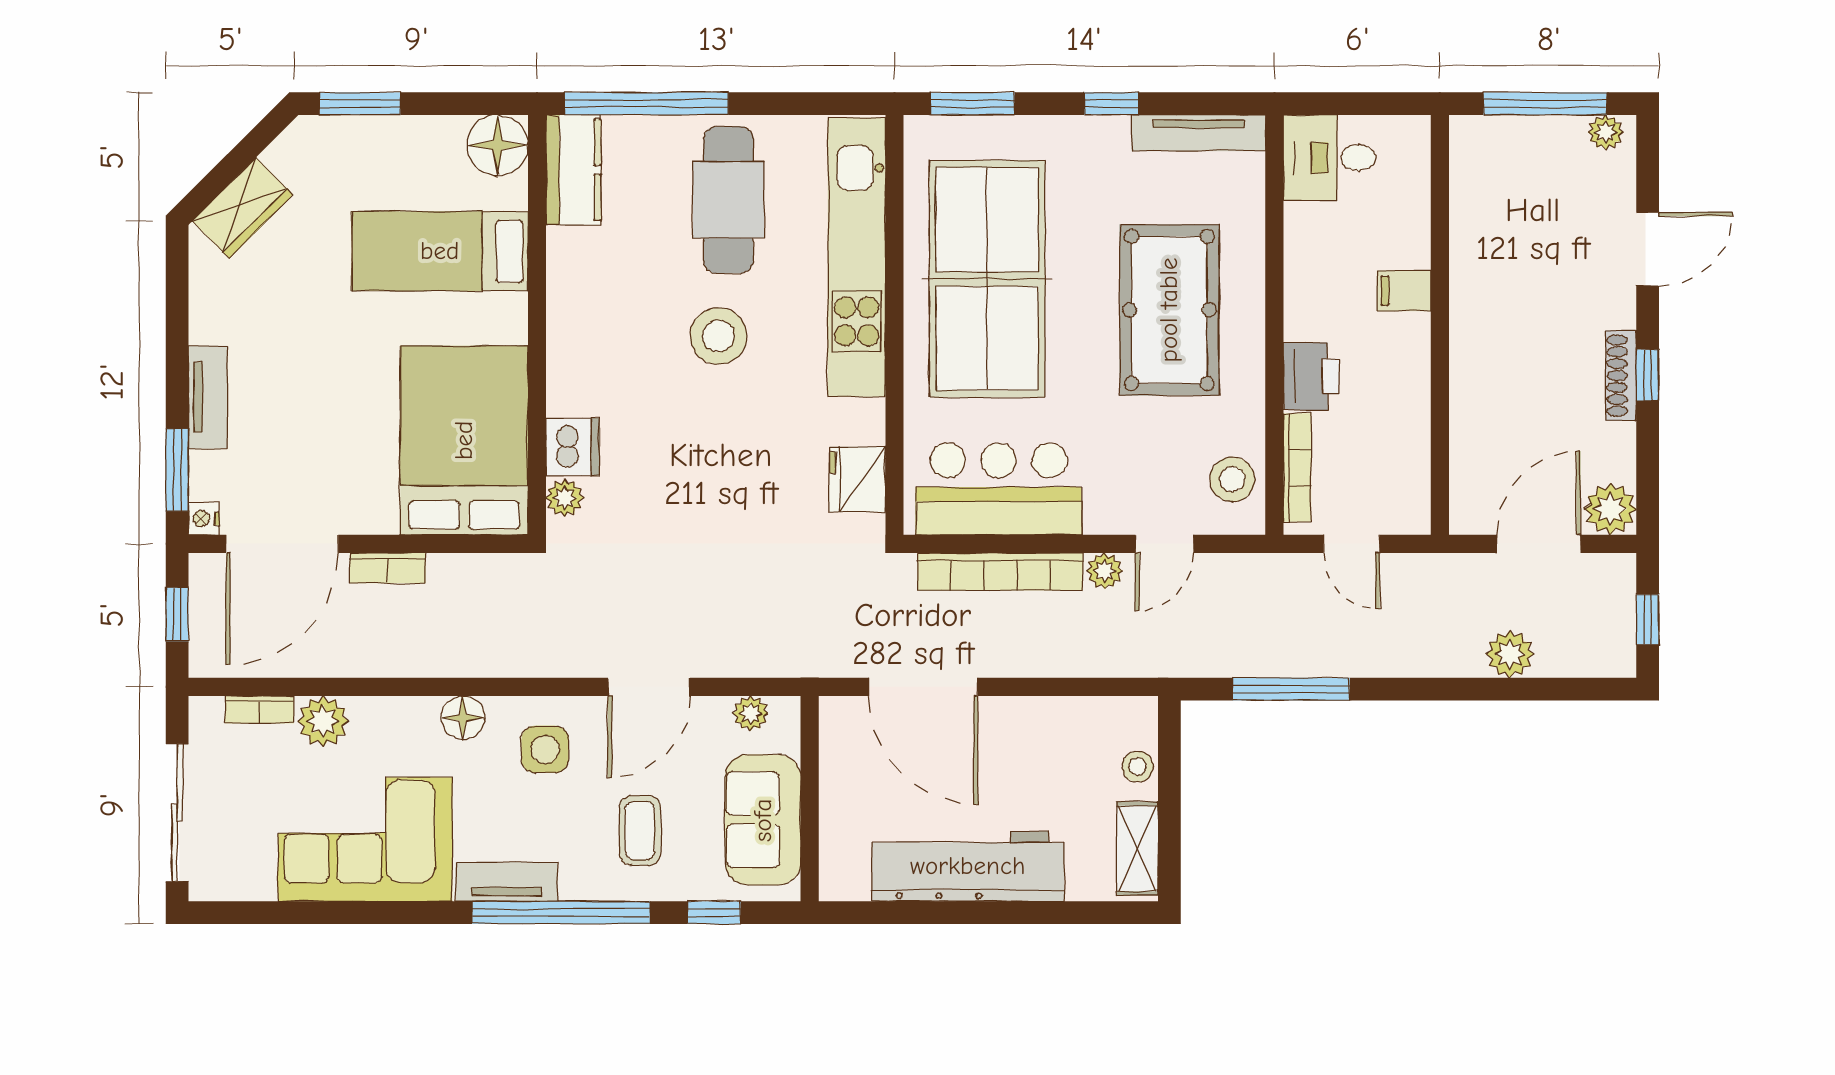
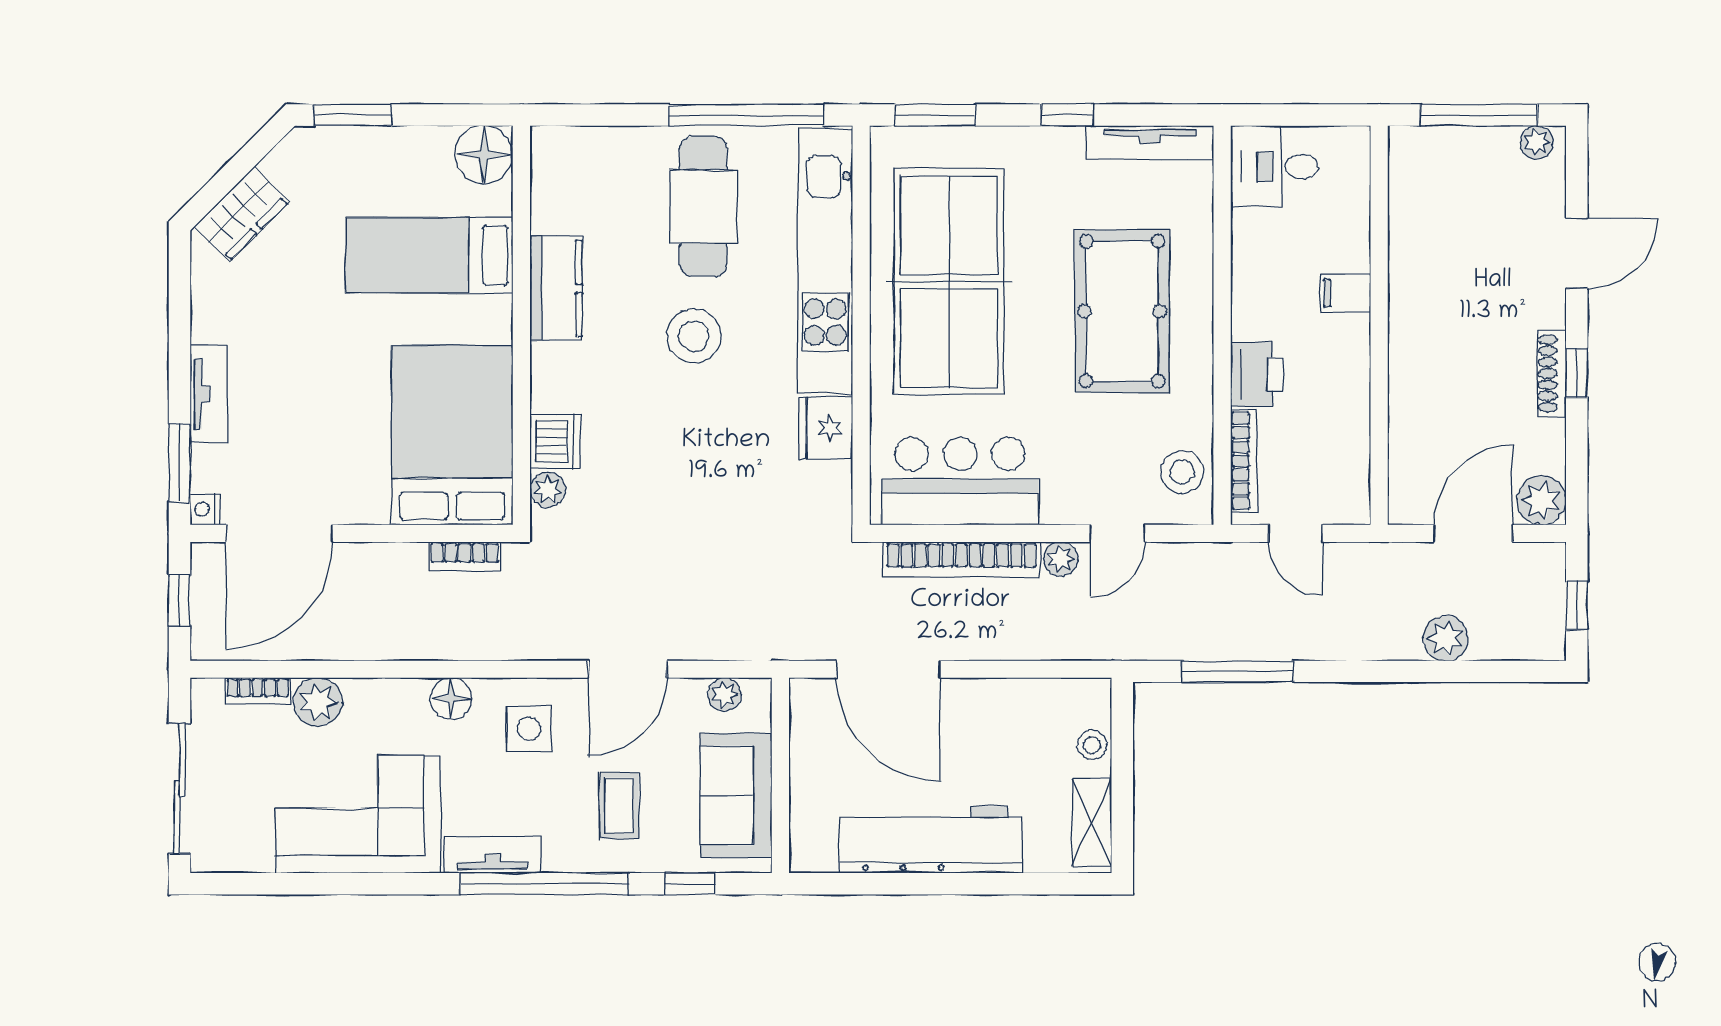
window: (646, 104) -> (747, 115), moved
kitchen counter: (573, 170) -> (556, 288), moved
fridge: (857, 479) -> (826, 428), moved
bookcase: (388, 568) -> (465, 556), moved

